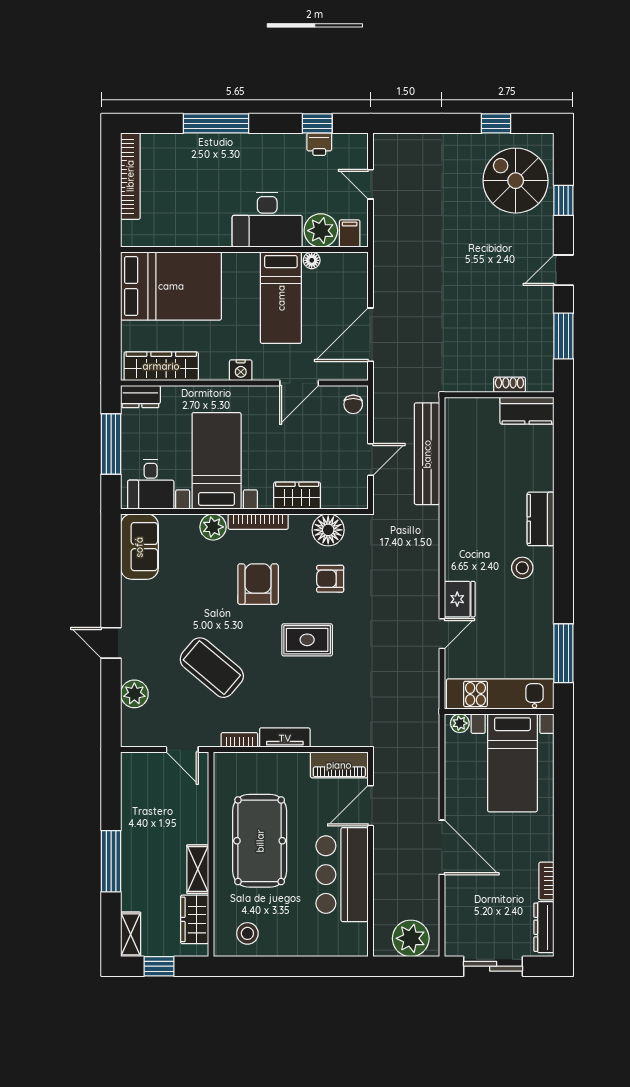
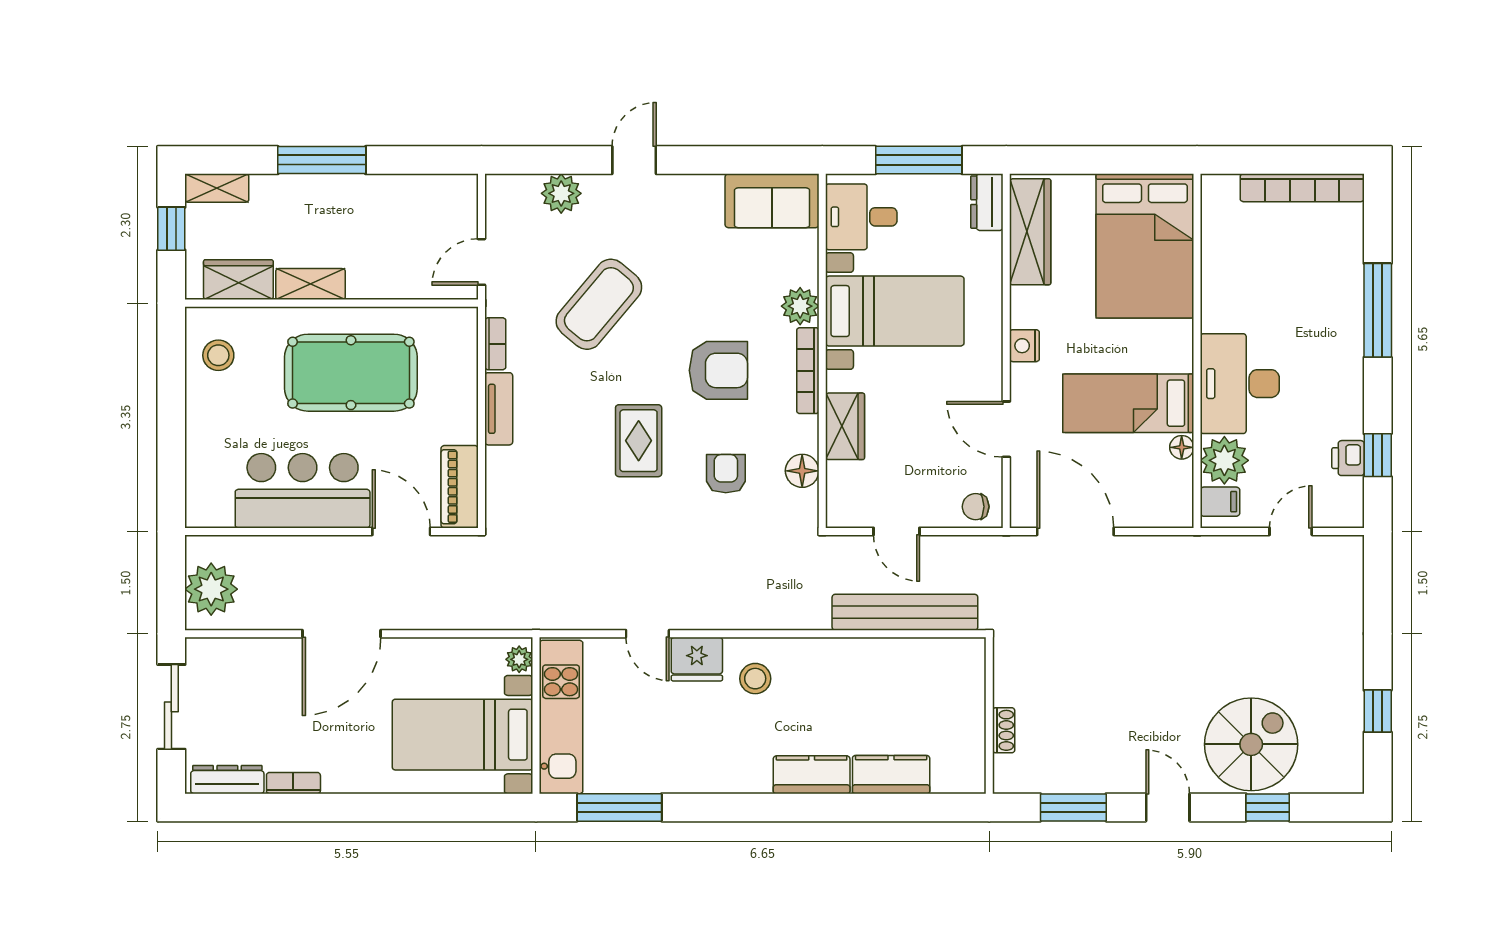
spiral stairs: (516, 181) -> (1251, 744), moved
kitchen counter: (527, 411) -> (891, 775), moved, turned 90
floor lamp: (328, 530) -> (802, 471), width x0.73, depth x0.73
stool: (522, 568) -> (755, 679), moved

